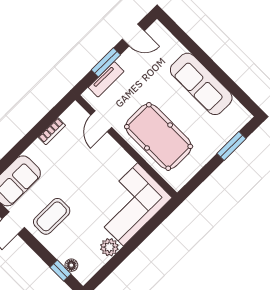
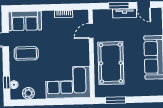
tv unit: (106, 79) -> (125, 13), moved
window: (232, 146) -> (116, 100), moved
plant: (109, 247) -> (28, 93), moved

